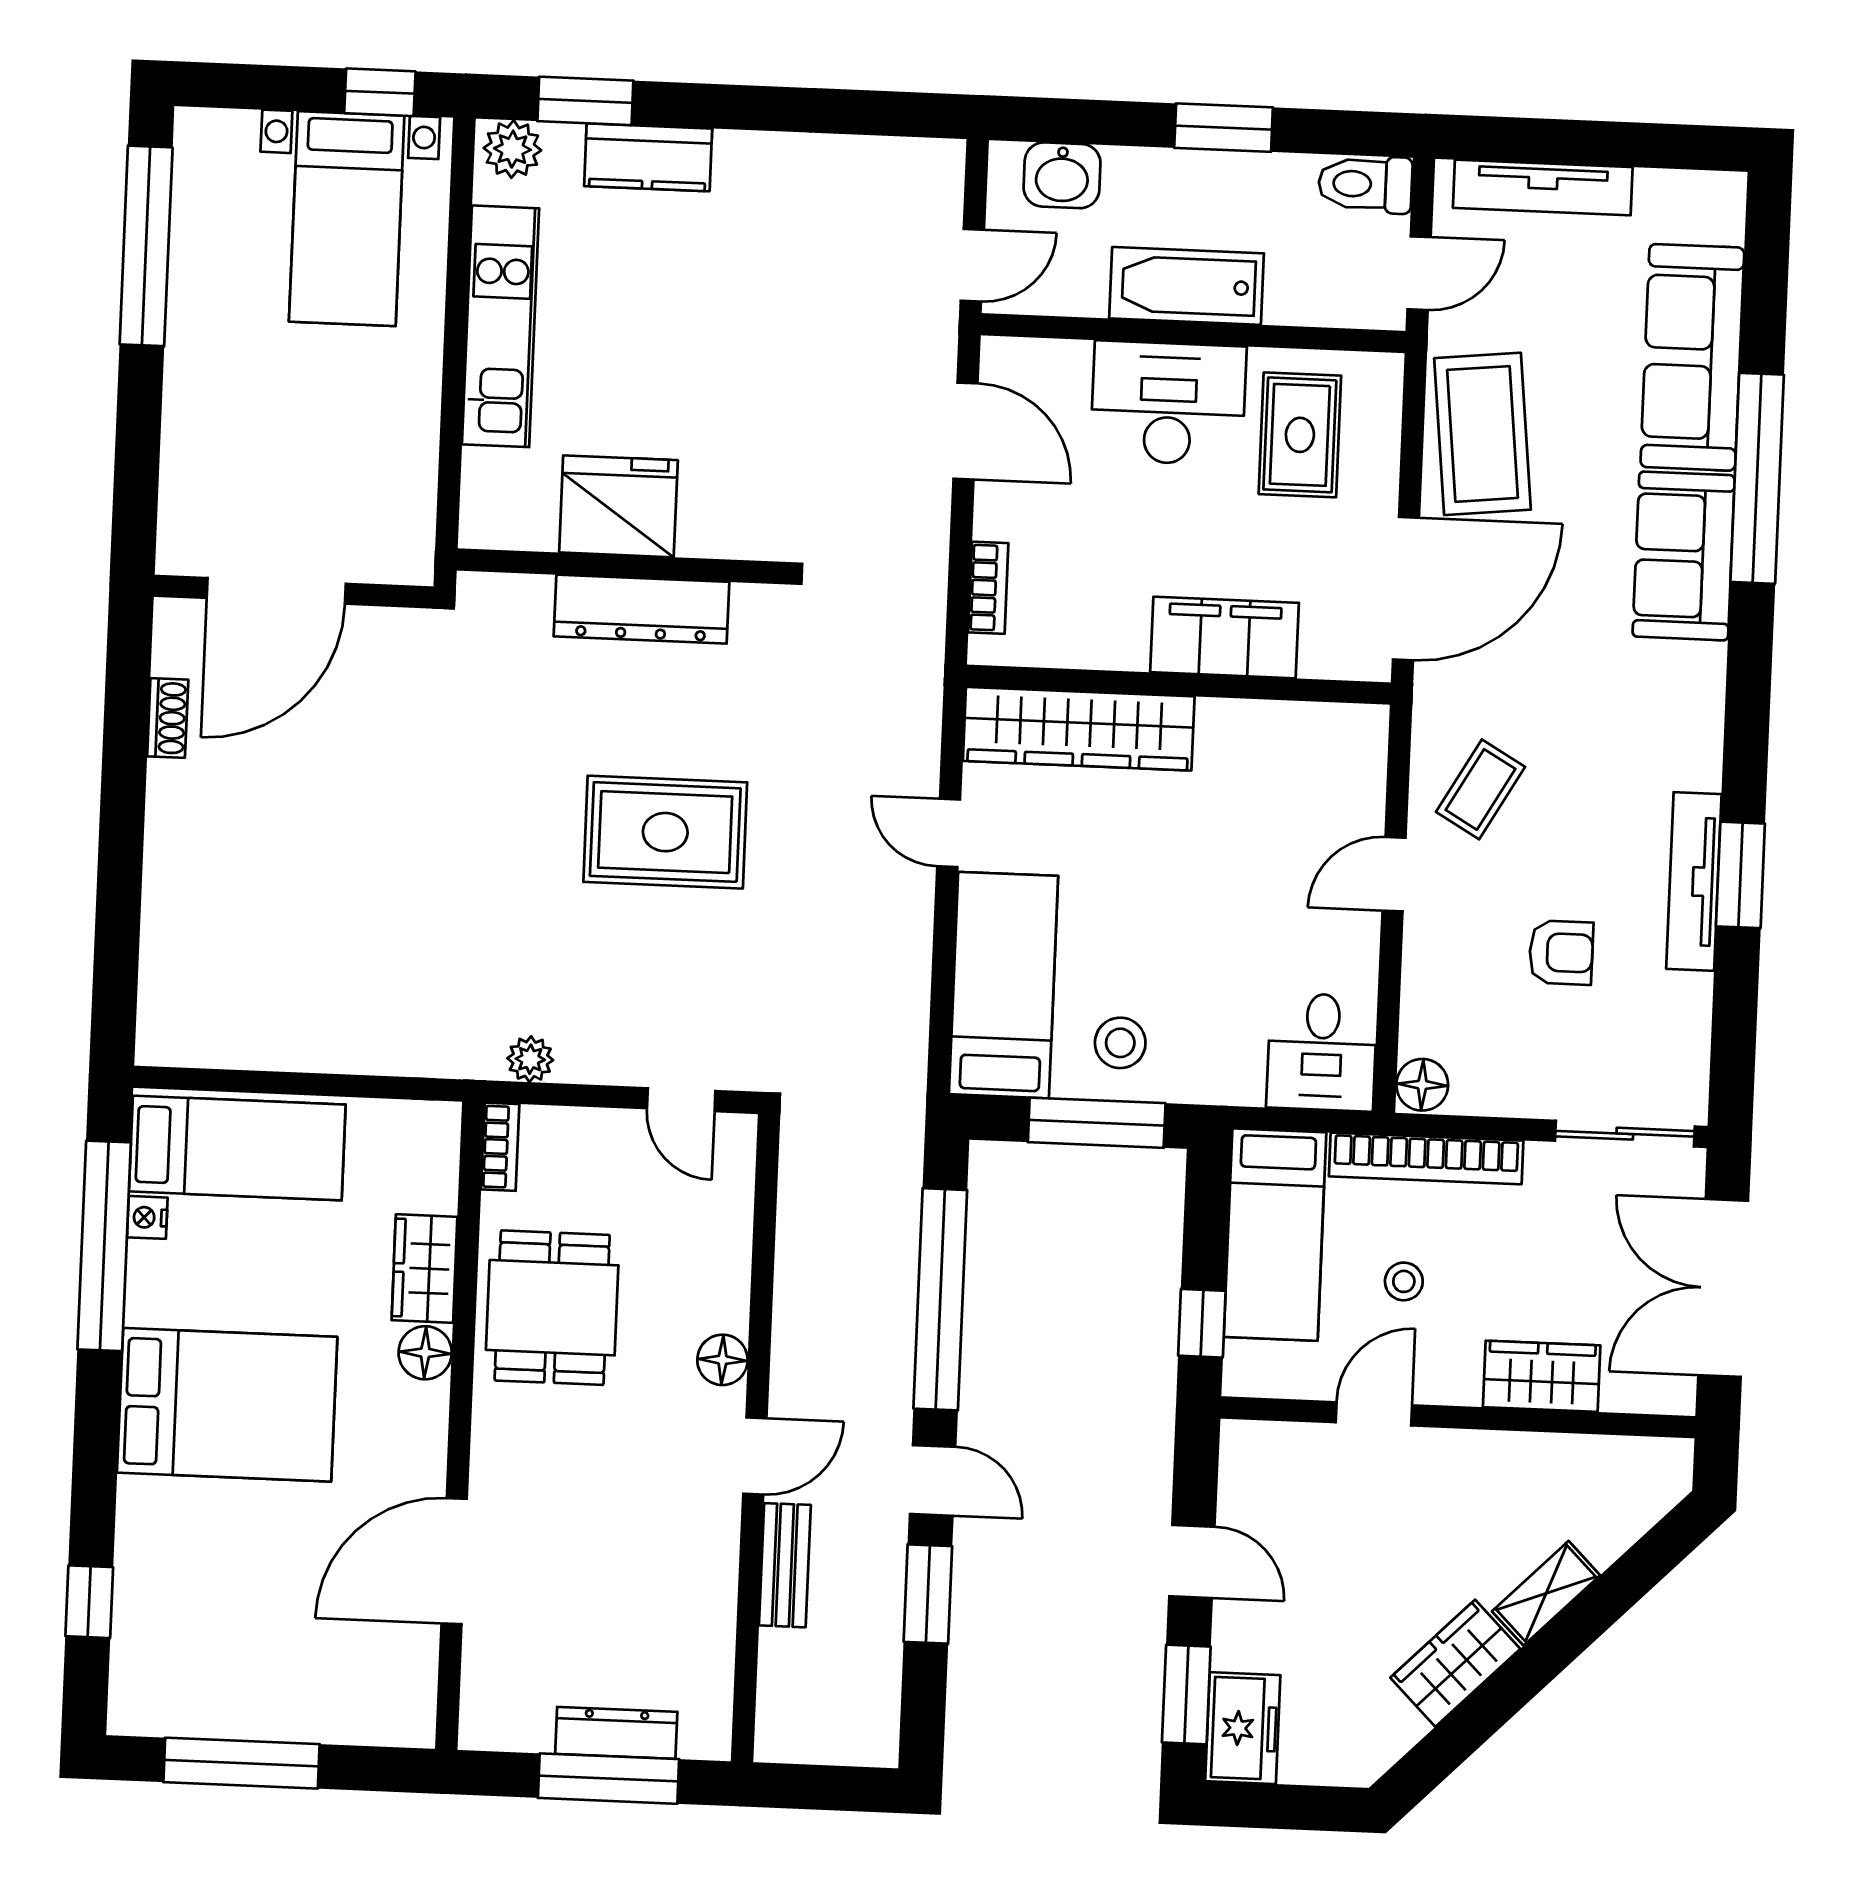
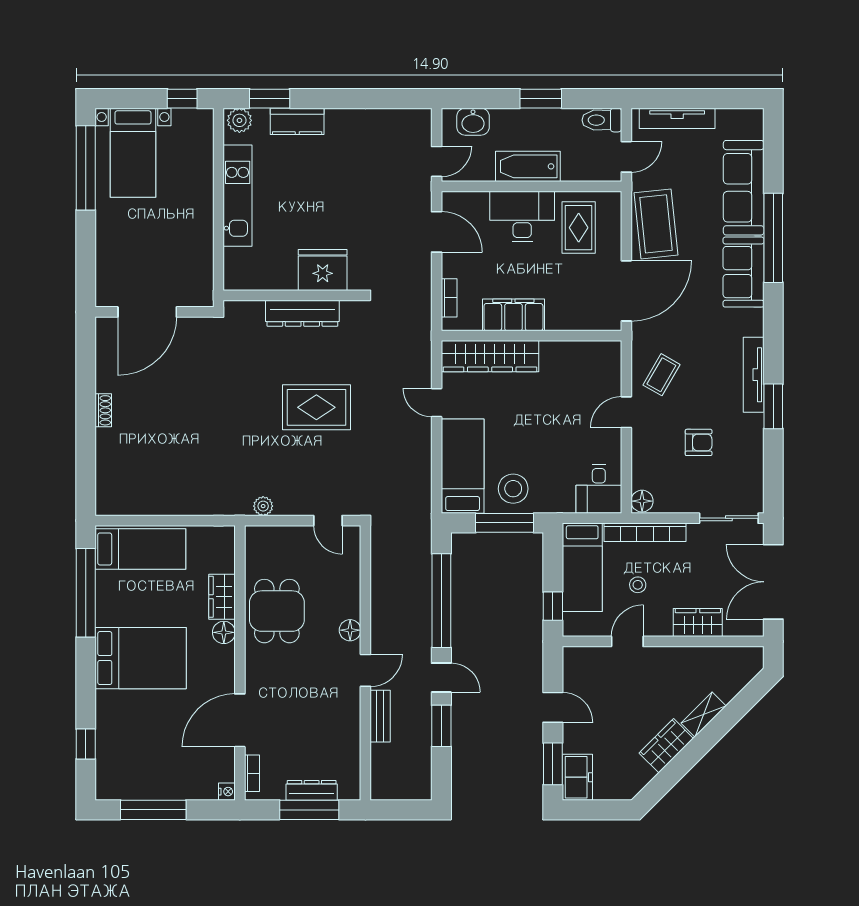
bed with nightstands: (347, 219) -> (133, 153), moved
fridge: (618, 506) -> (323, 270), moved
filing cabinet: (1224, 638) -> (513, 315), moved
shoe rack: (168, 718) -> (103, 410), moved
tv unit: (1694, 881) -> (754, 375), moved
stool: (1120, 1043) -> (513, 489), width x1.38, depth x1.38
bookcase: (500, 1147) -> (252, 773), moved
nightstand: (147, 1217) -> (227, 792), moved, turned 180

